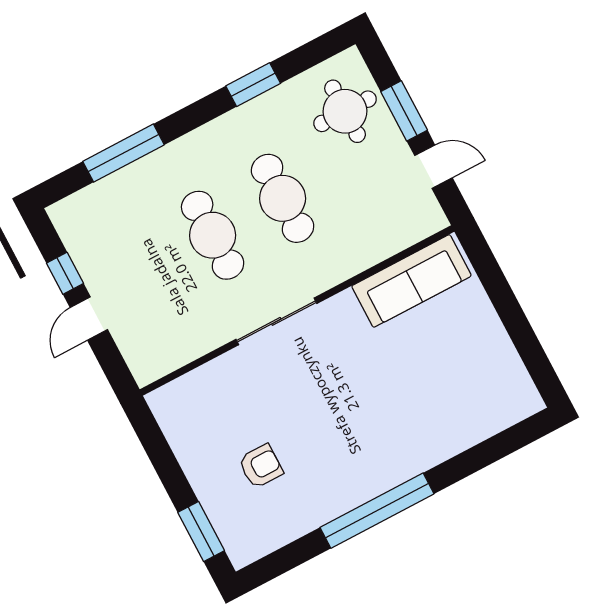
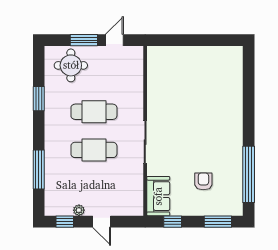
plant: (88, 266) -> (79, 210), added
window: (65, 273) -> (65, 222), moved
sofa: (411, 281) -> (158, 196), moved, width x0.73
window: (157, 449) -> (173, 222), added
window: (377, 511) -> (249, 174), moved

